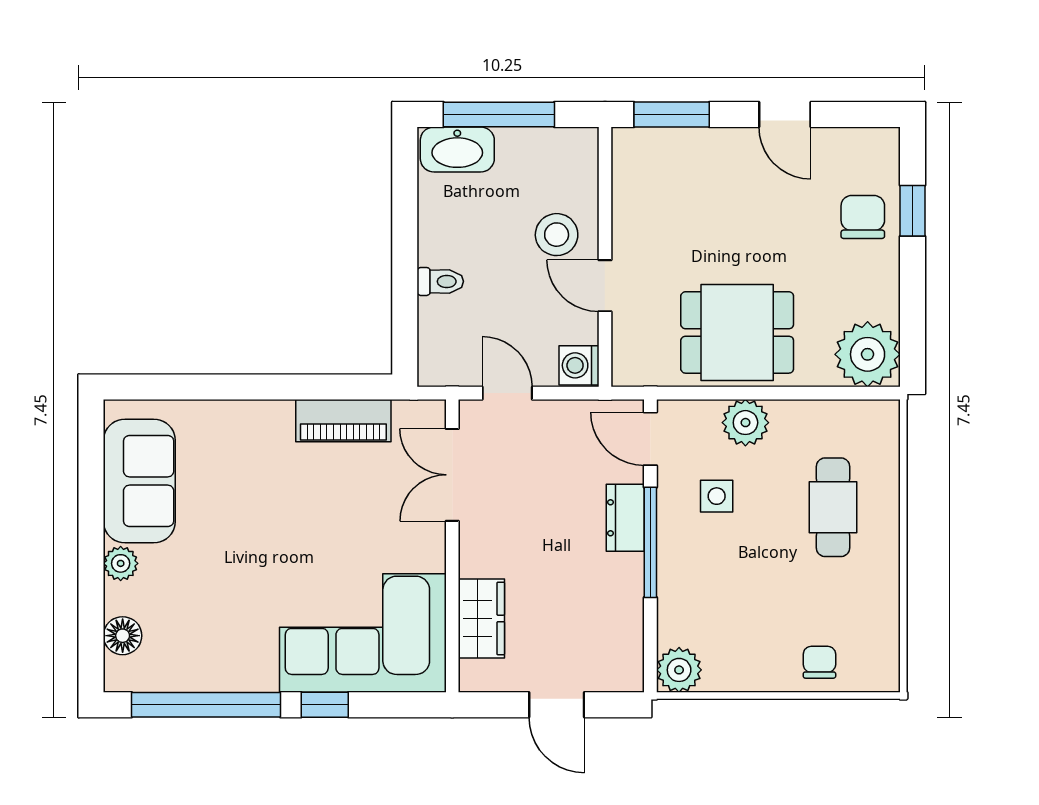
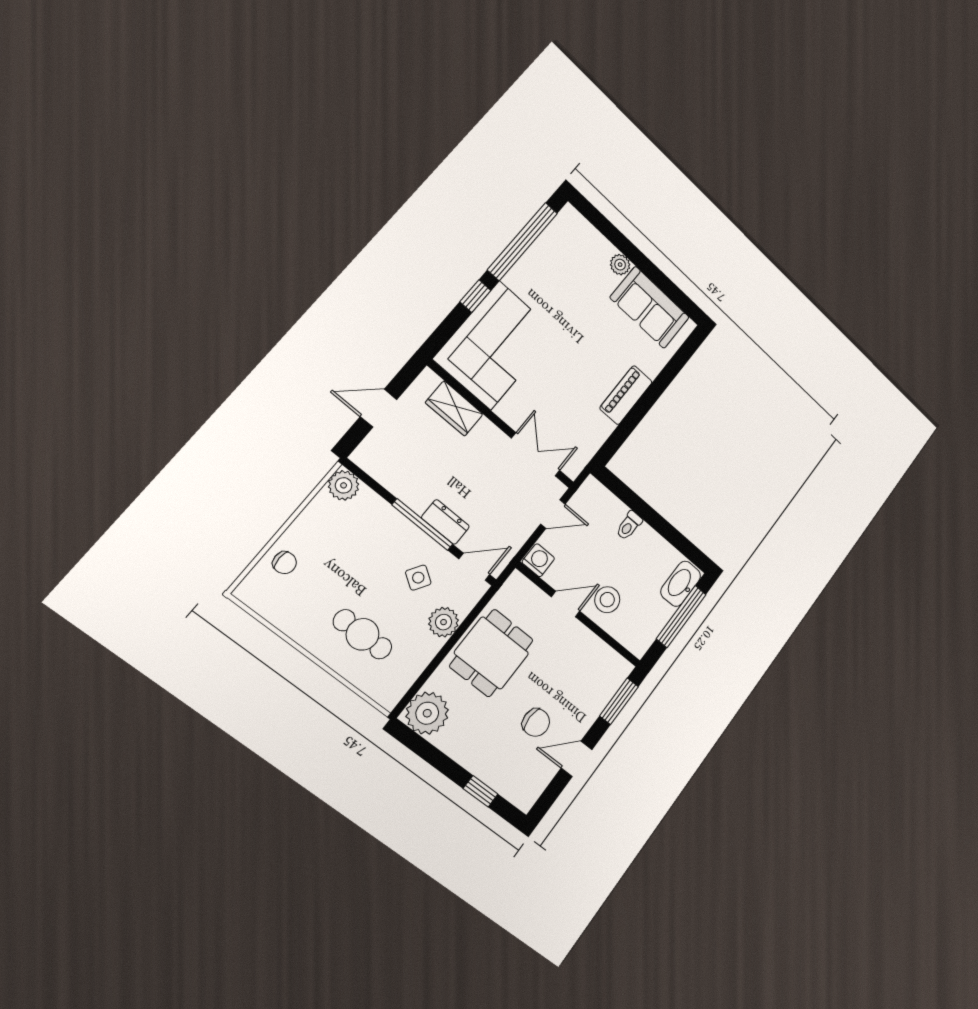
chair: (863, 217) -> (536, 723), moved
piano: (343, 421) -> (626, 395), moved
side table: (717, 496) -> (418, 578), turned 33
floor lamp: (123, 636) -> (587, 234), removed

